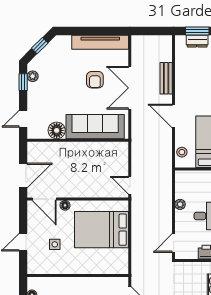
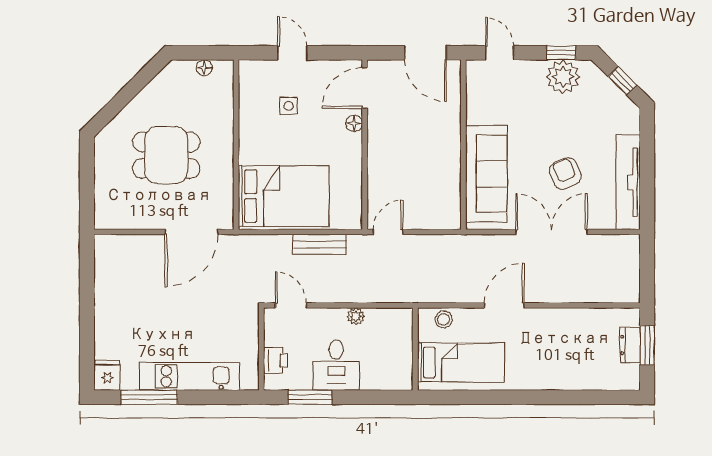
plant: (33, 76) -> (563, 77), width x1.88, depth x1.88
bench: (166, 78) -> (320, 244), moved
armchair: (95, 80) -> (565, 173), turned 67
floor lamp: (57, 130) -> (480, 109), removed
door: (23, 175) -> (425, 53), moved
bed: (101, 230) -> (284, 196), moved, turned 90

